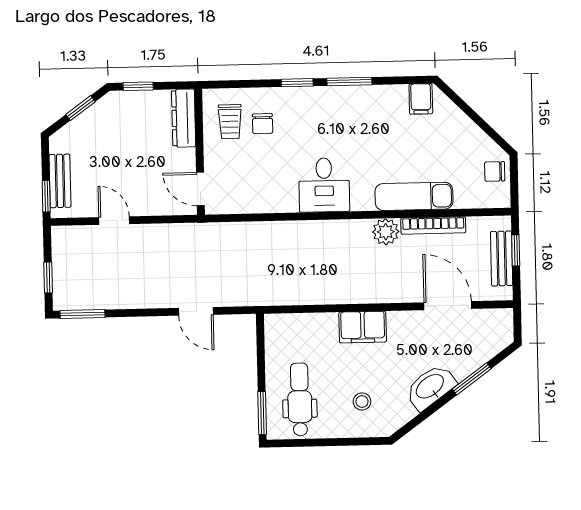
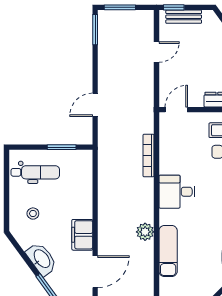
bookcase: (433, 225) -> (149, 155), moved
window: (48, 277) -> (120, 7), width x1.50
filing cabinet: (363, 327) -> (82, 235), moved
window: (262, 413) -> (62, 147), moved

